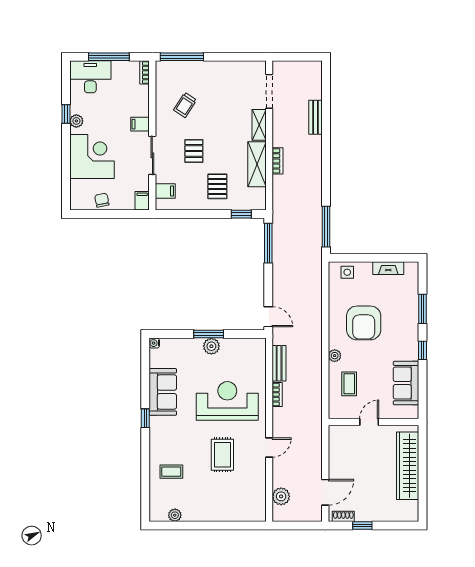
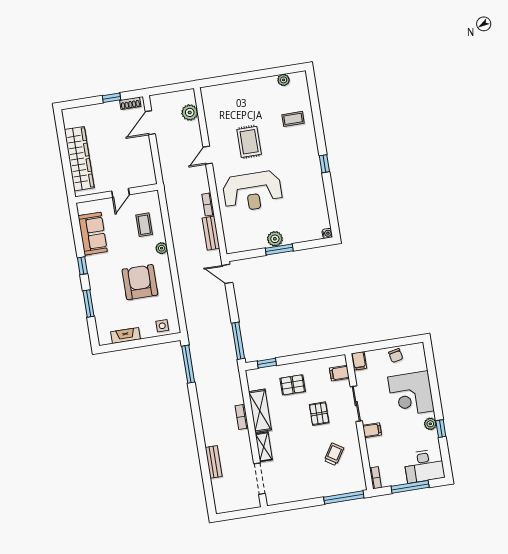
pallet: (217, 186) -> (293, 385), turned 90
sofa: (163, 392) -> (312, 190), removed

